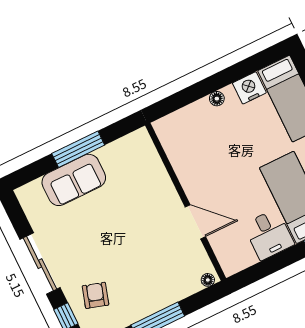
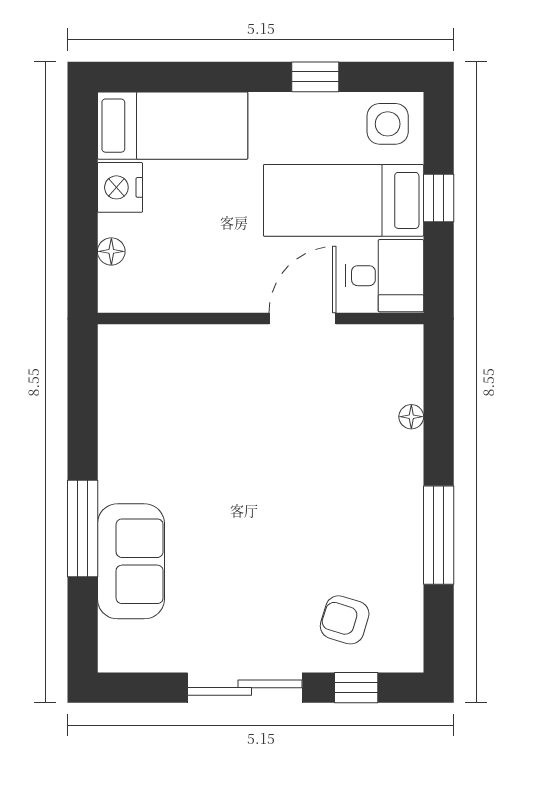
wall: (186, 202) -> (261, 319), moved
door: (195, 222) -> (303, 319), moved

